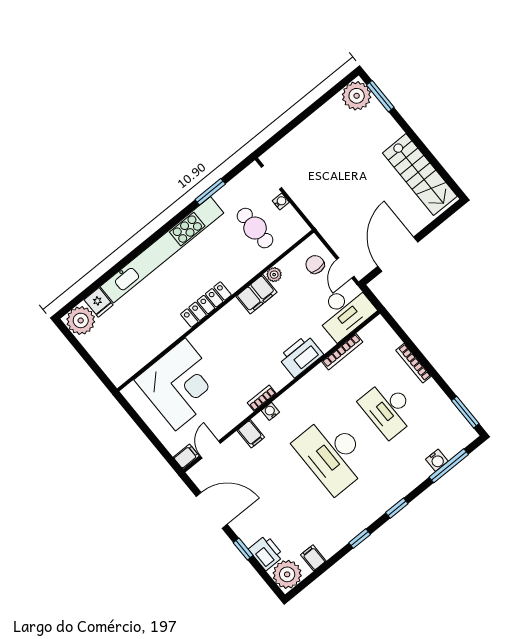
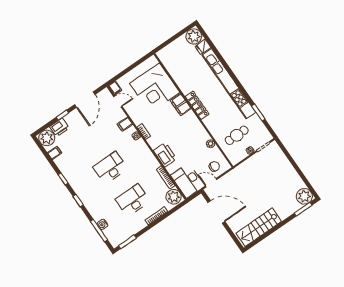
filing cabinet: (256, 294) -> (181, 105), moved
plant: (376, 334) -> (174, 197), added
desk: (333, 454) -> (110, 168), width x0.73, depth x0.77

